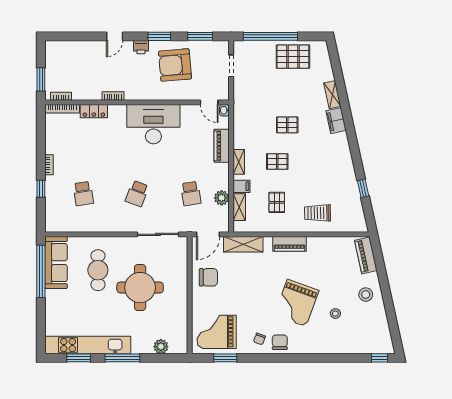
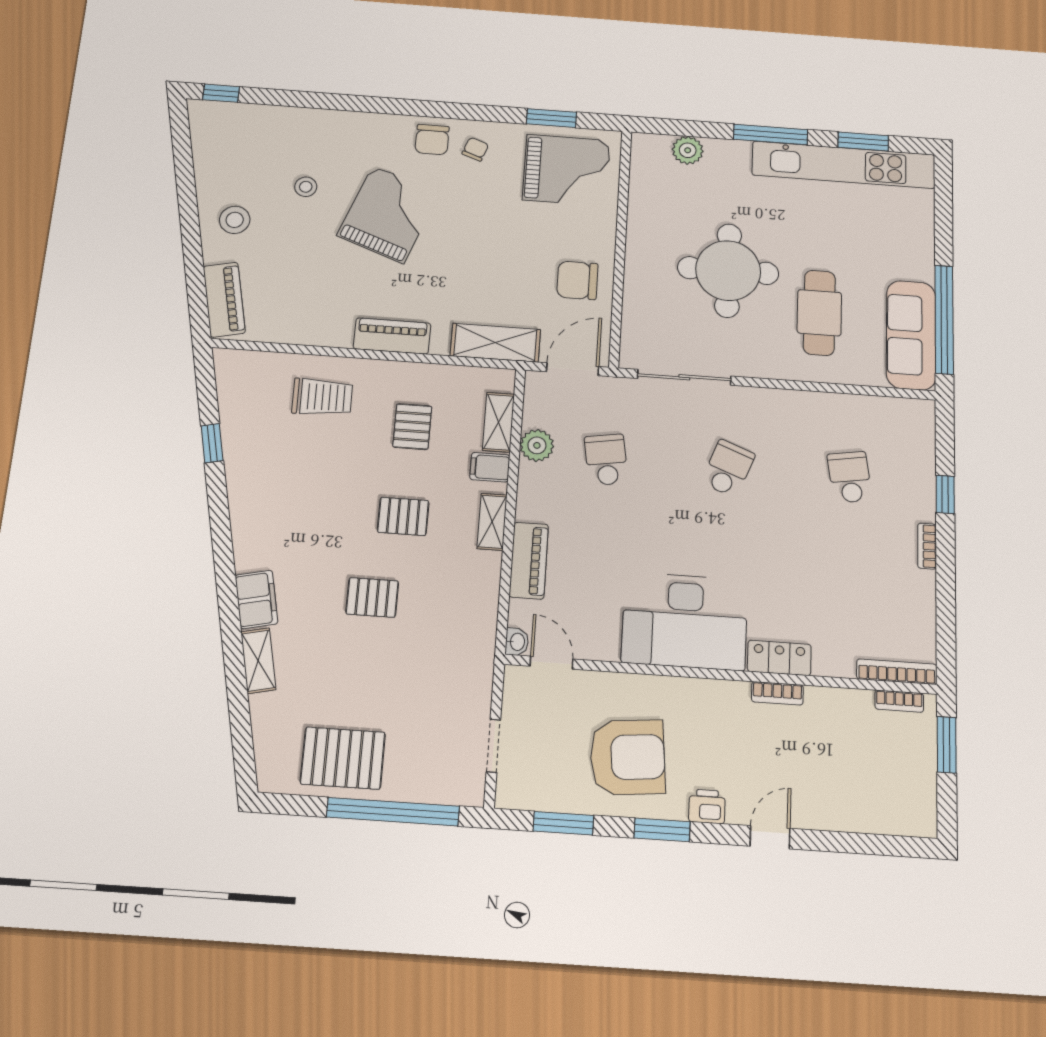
locker: (94, 111) -> (779, 658), moved

